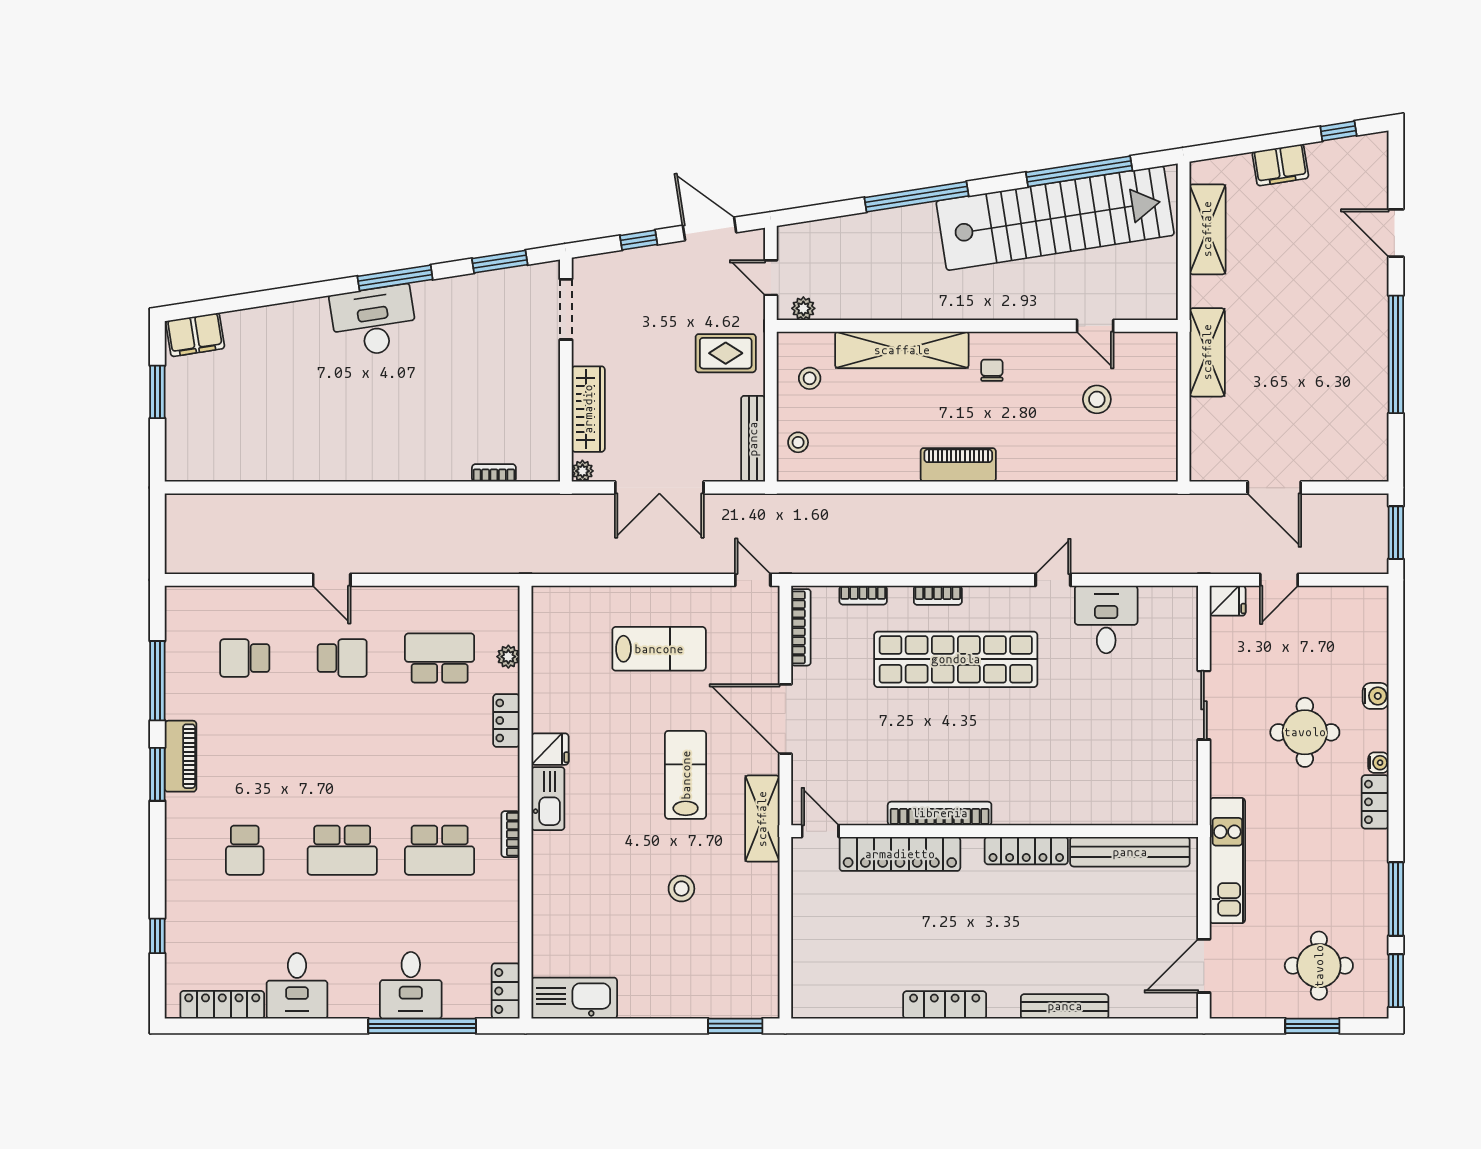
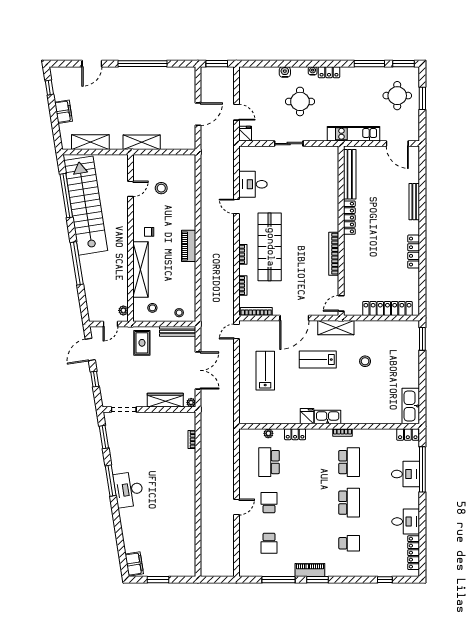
locker: (900, 854) -> (387, 308), moved, turned -90

